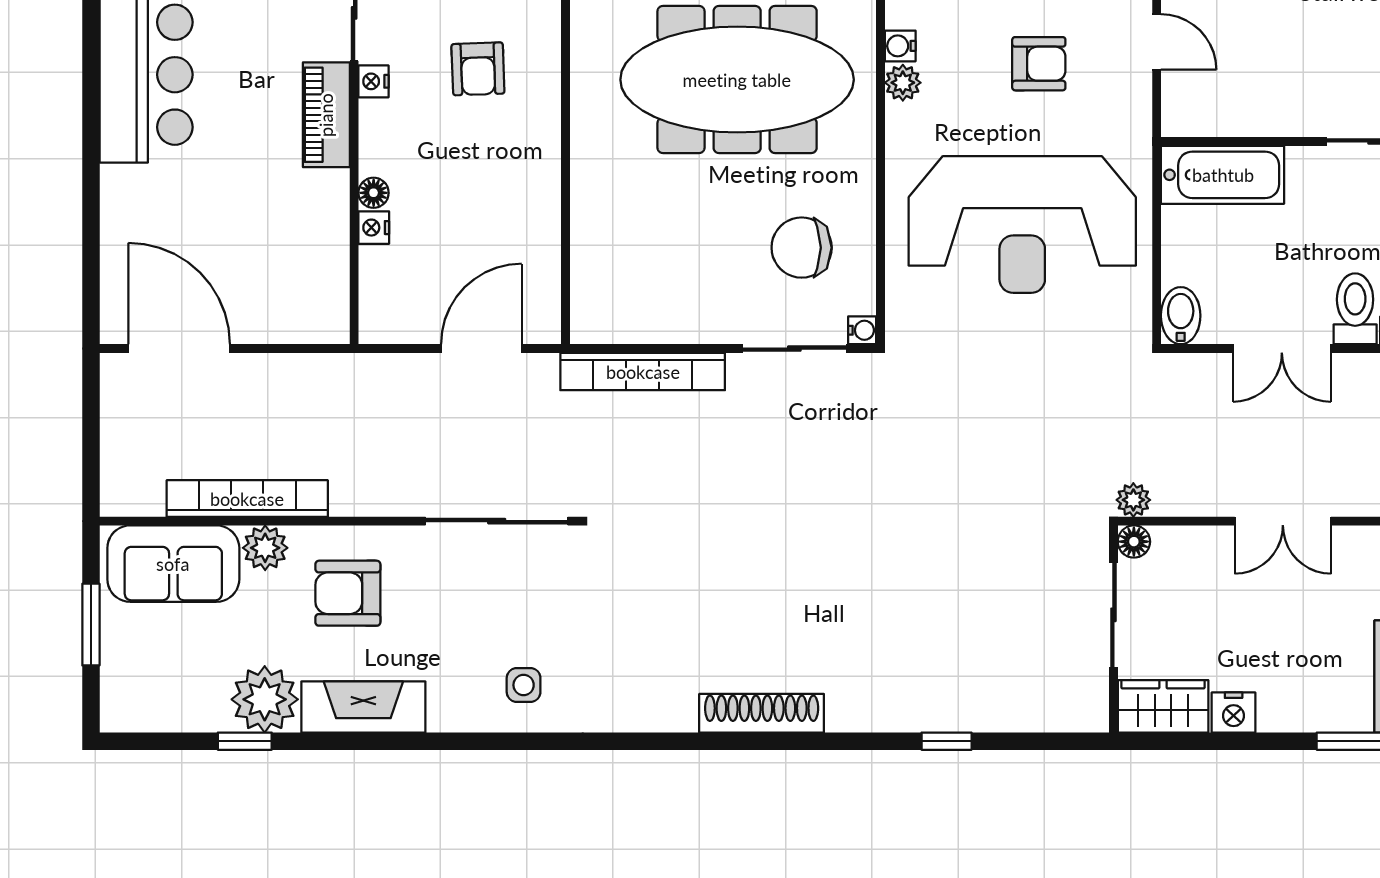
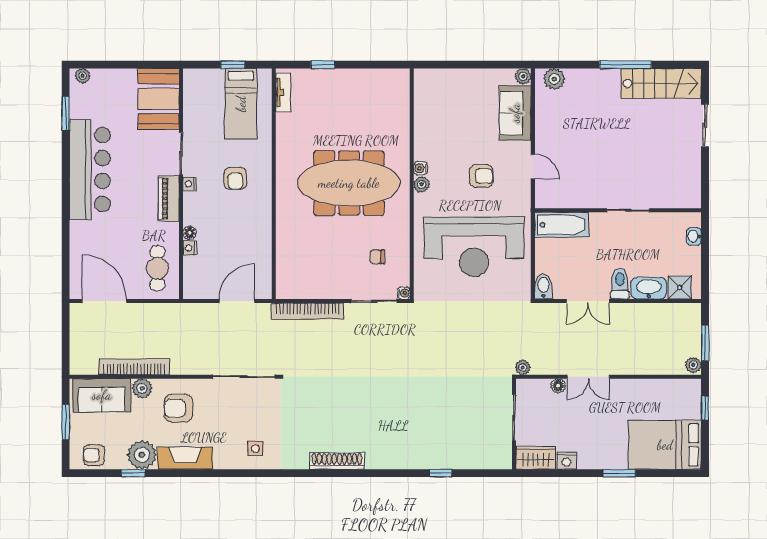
chair: (802, 248) -> (377, 257), width x0.54, depth x0.54
cafe table: (300, 274) -> (157, 268), added
floor lamp: (1134, 542) -> (558, 386), moved
armchair: (156, 700) -> (94, 455), added
shoe rack: (762, 713) -> (337, 461), moved

